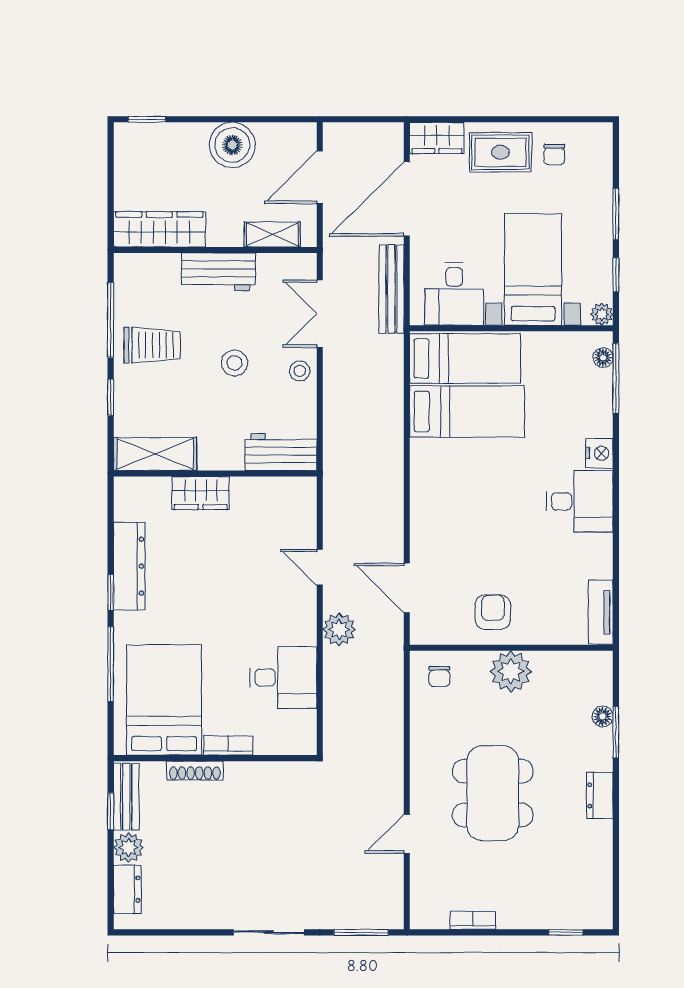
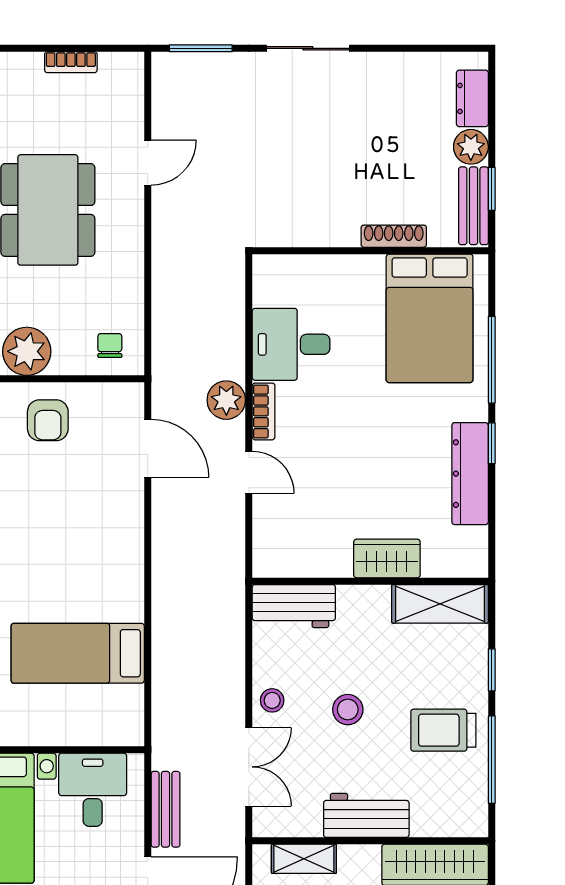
bench: (391, 289) -> (165, 809), width x0.73
bed: (465, 358) -> (80, 715), removed
bookcase: (228, 745) -> (264, 411), moved, turned -90

